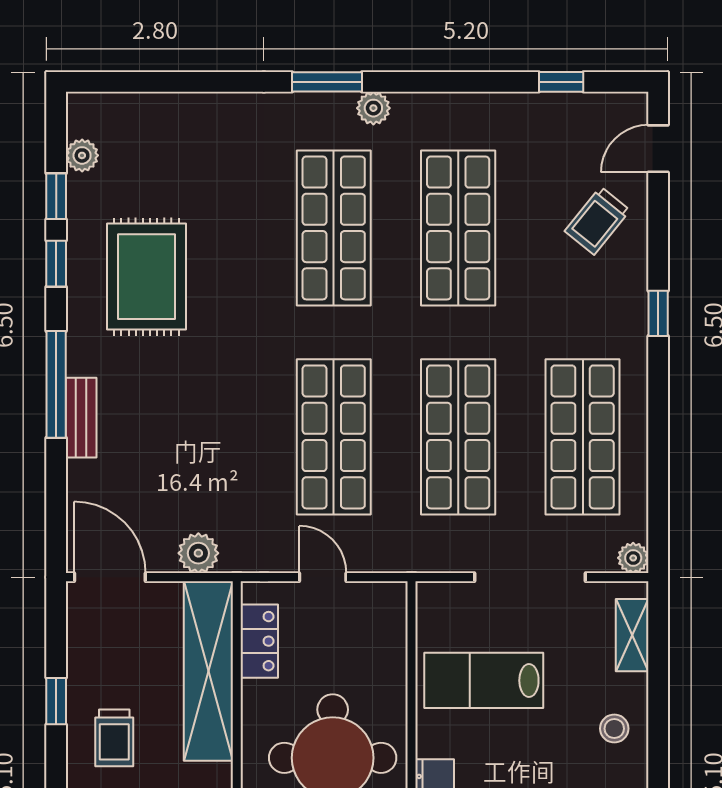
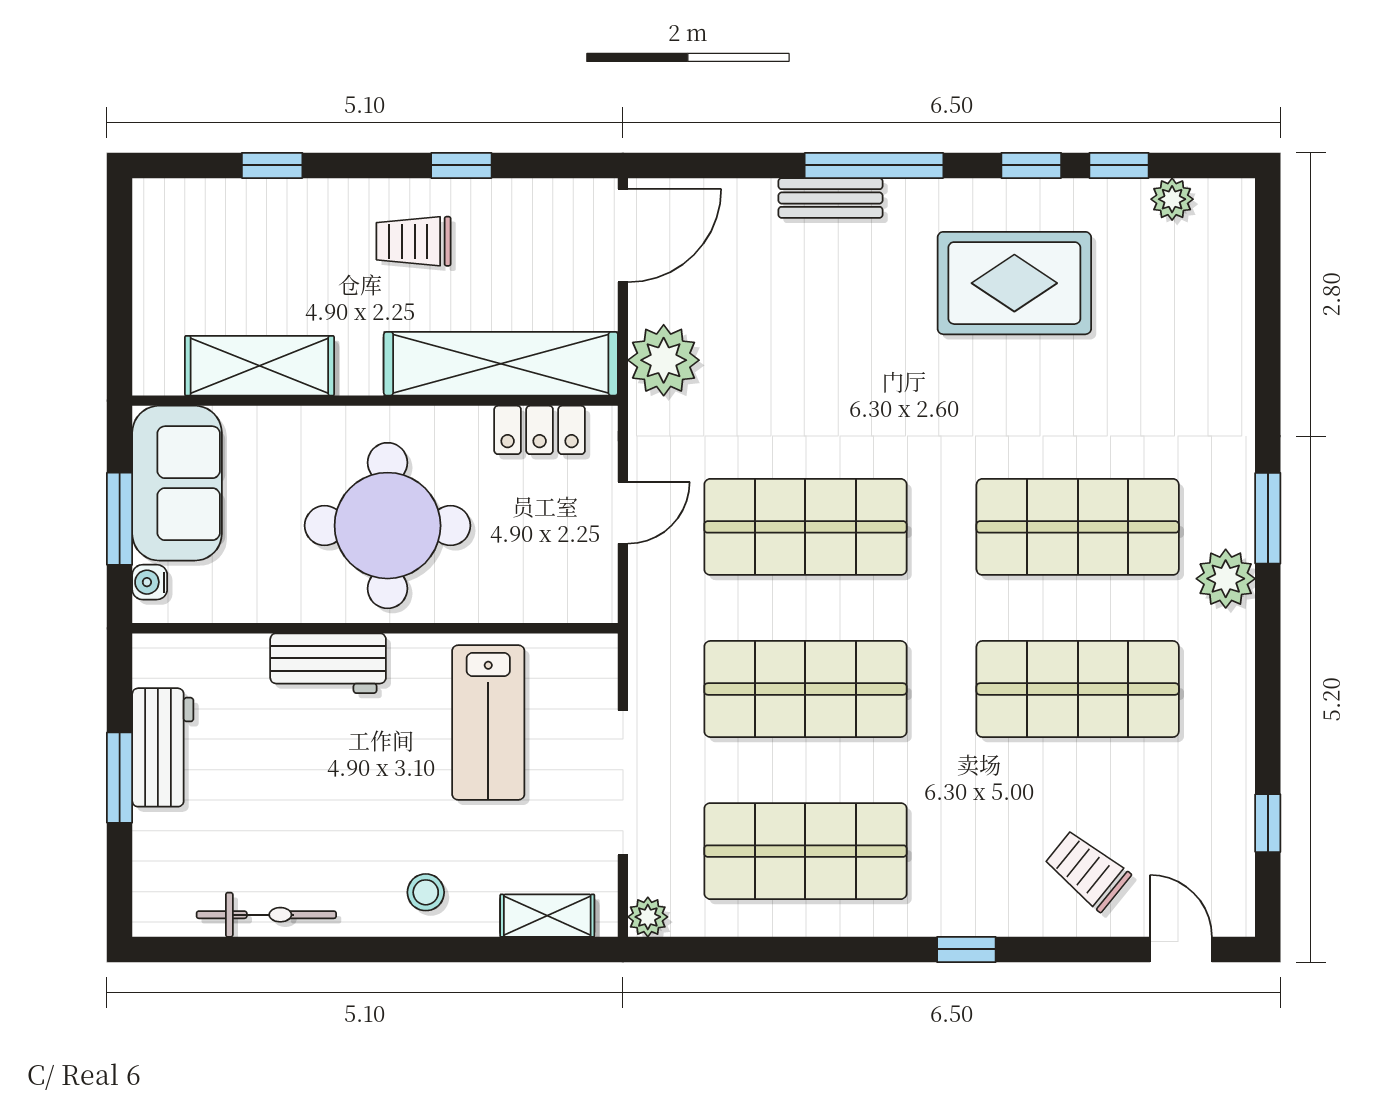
plant: (373, 108) -> (1226, 579), width x1.38, depth x1.38
plant: (198, 553) -> (664, 360), width x1.36, depth x1.36
lab bench: (484, 680) -> (488, 723), turned 180

